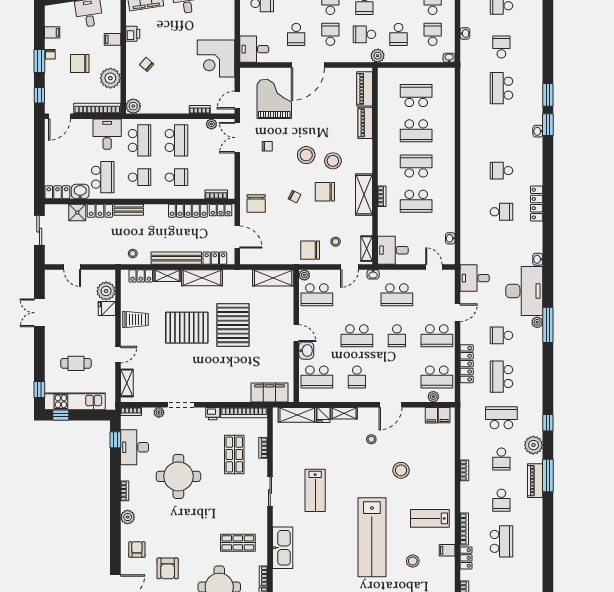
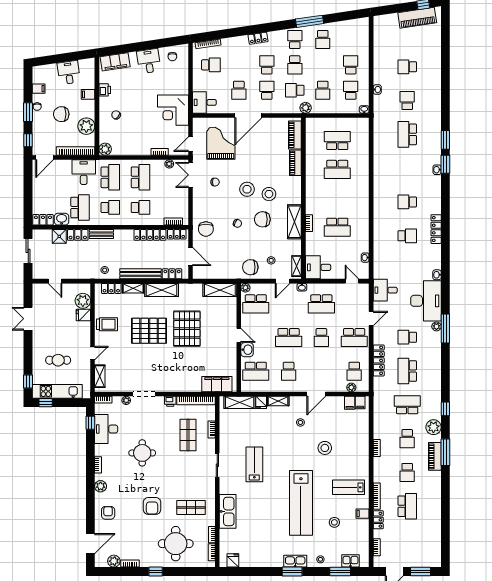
school desk: (416, 166) -> (337, 198), removed
school desk: (437, 377) -> (354, 371), width x0.54
round table: (178, 476) -> (142, 453), width x0.73, depth x0.73
lab bench: (315, 490) -> (254, 464), turned 180
armchair: (168, 568) -> (152, 506), moved

